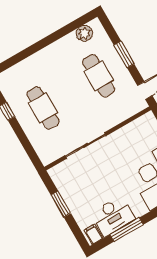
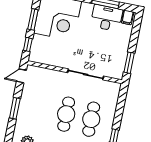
cafe table: (99, 76) -> (66, 114), moved
window: (61, 204) -> (129, 63), moved

